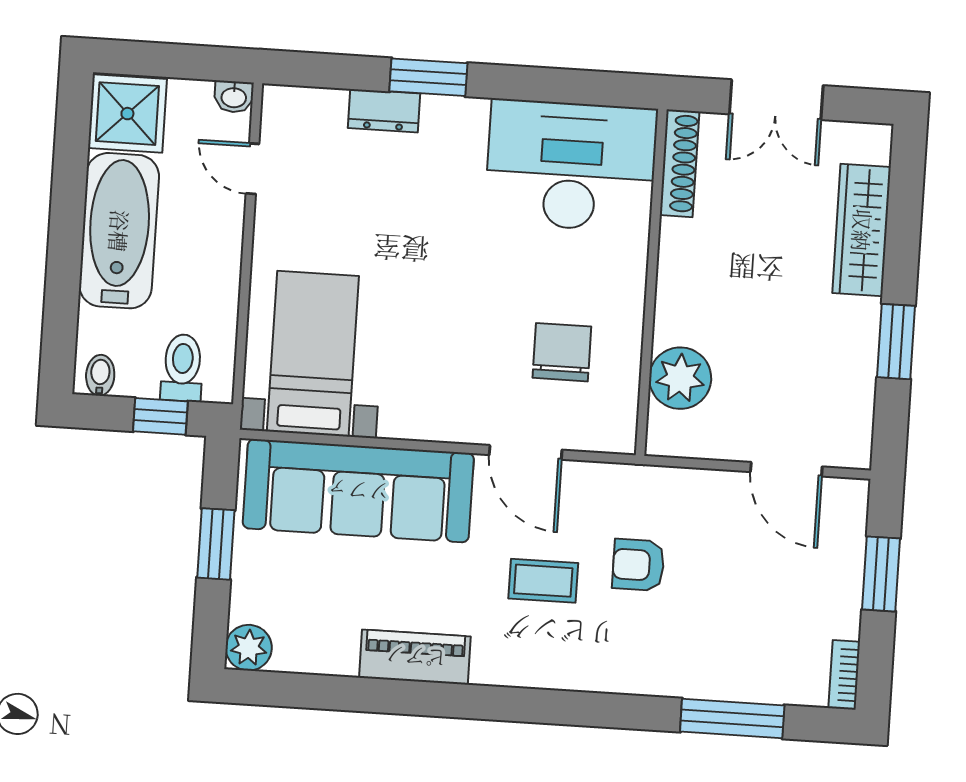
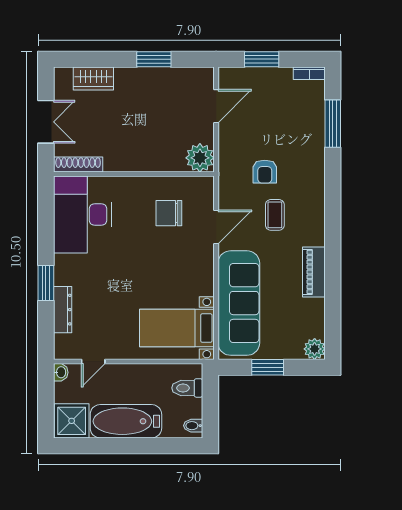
dresser: (384, 111) -> (63, 310), width x1.44
wardrobe: (862, 230) -> (93, 78), width x0.67
plant: (680, 378) -> (200, 158), moved
window: (160, 416) -> (210, 397), removed

